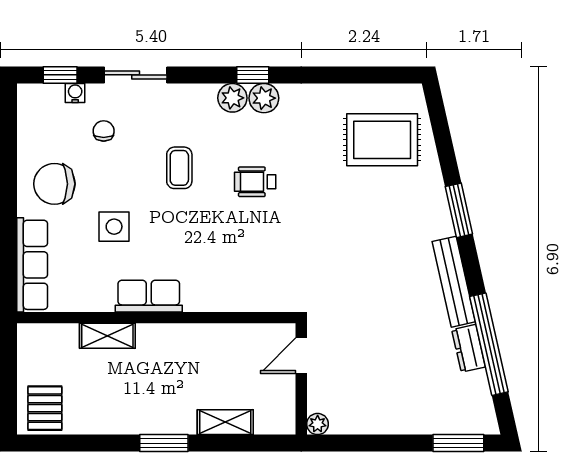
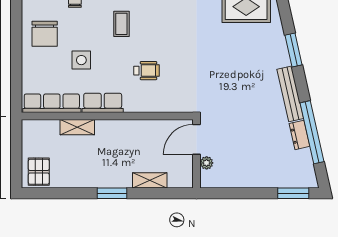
wheelchair: (255, 182) -> (146, 71), moved, turned 180
chair: (54, 184) -> (45, 34), turned -90
row of seats: (32, 265) -> (52, 103), moved, turned -90
door: (301, 356) -> (197, 139), width x1.38
plant: (318, 424) -> (207, 163), moved

